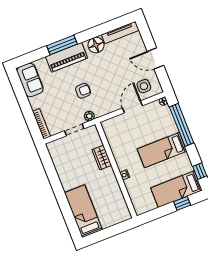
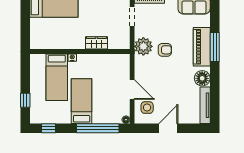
armchair: (83, 91) -> (165, 50), turned -90
plant: (89, 116) -> (143, 46), width x1.88, depth x1.88
doorway: (74, 130) -> (132, 16), moved
bed: (176, 189) -> (57, 77), moved, turned 180

